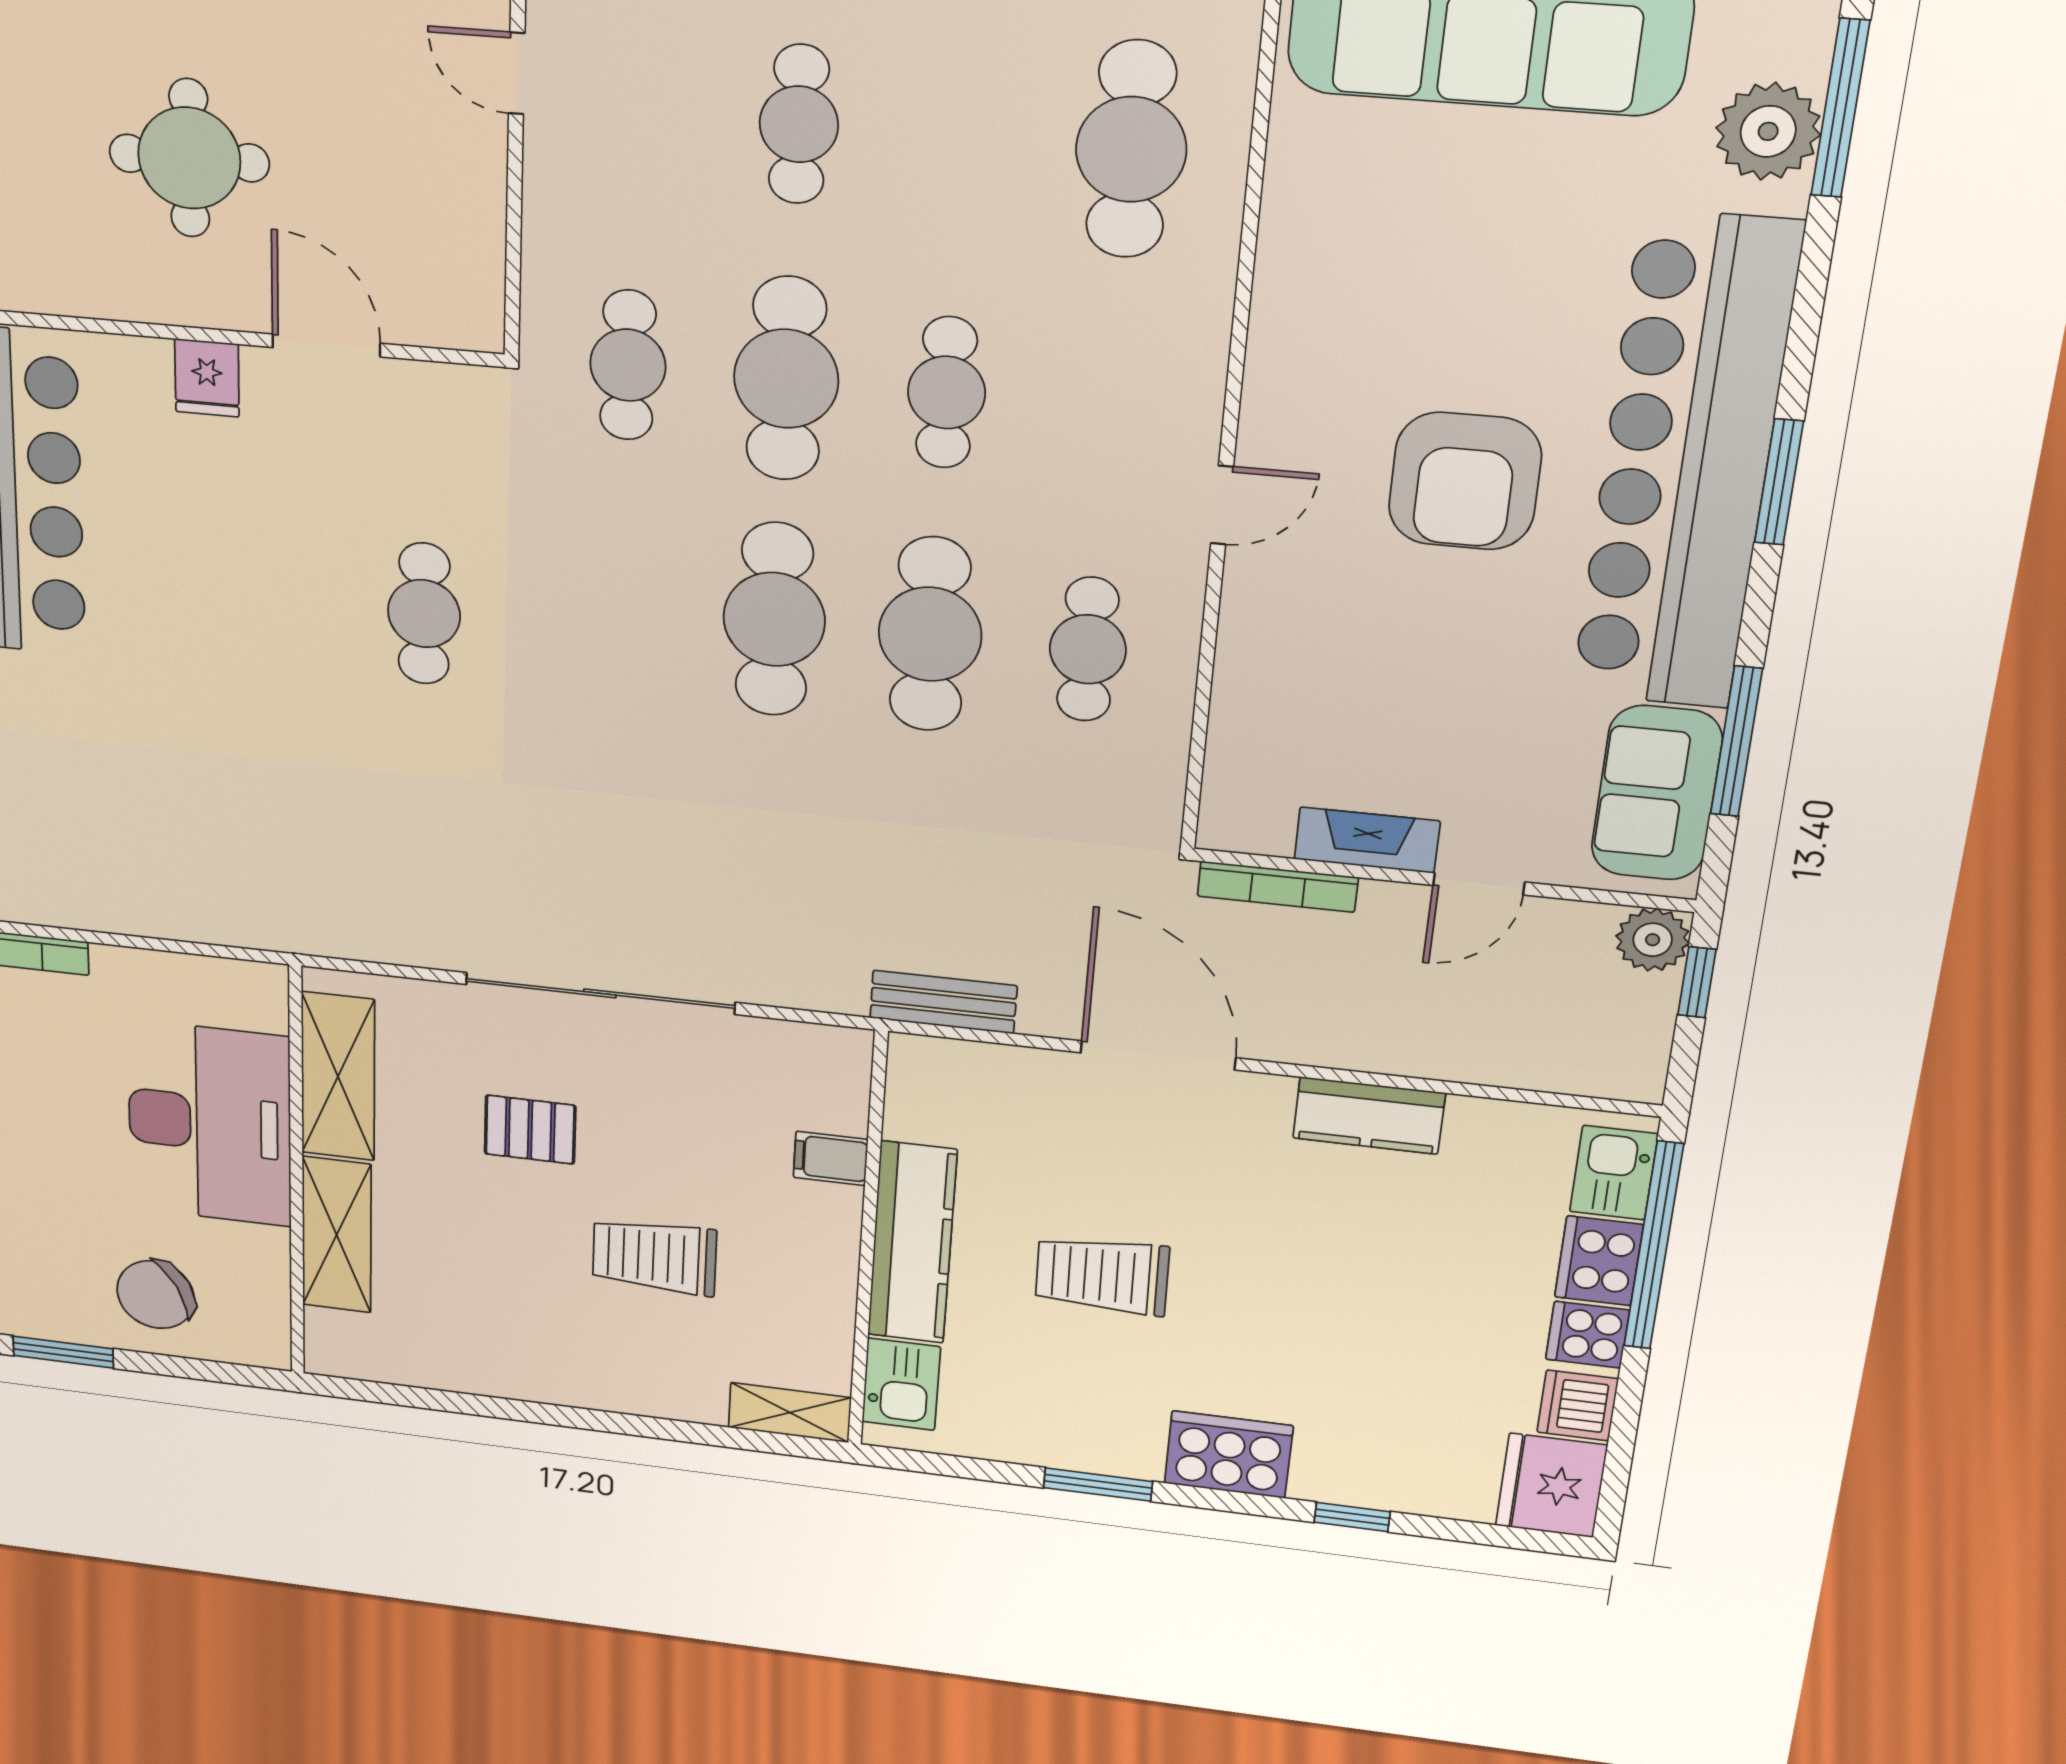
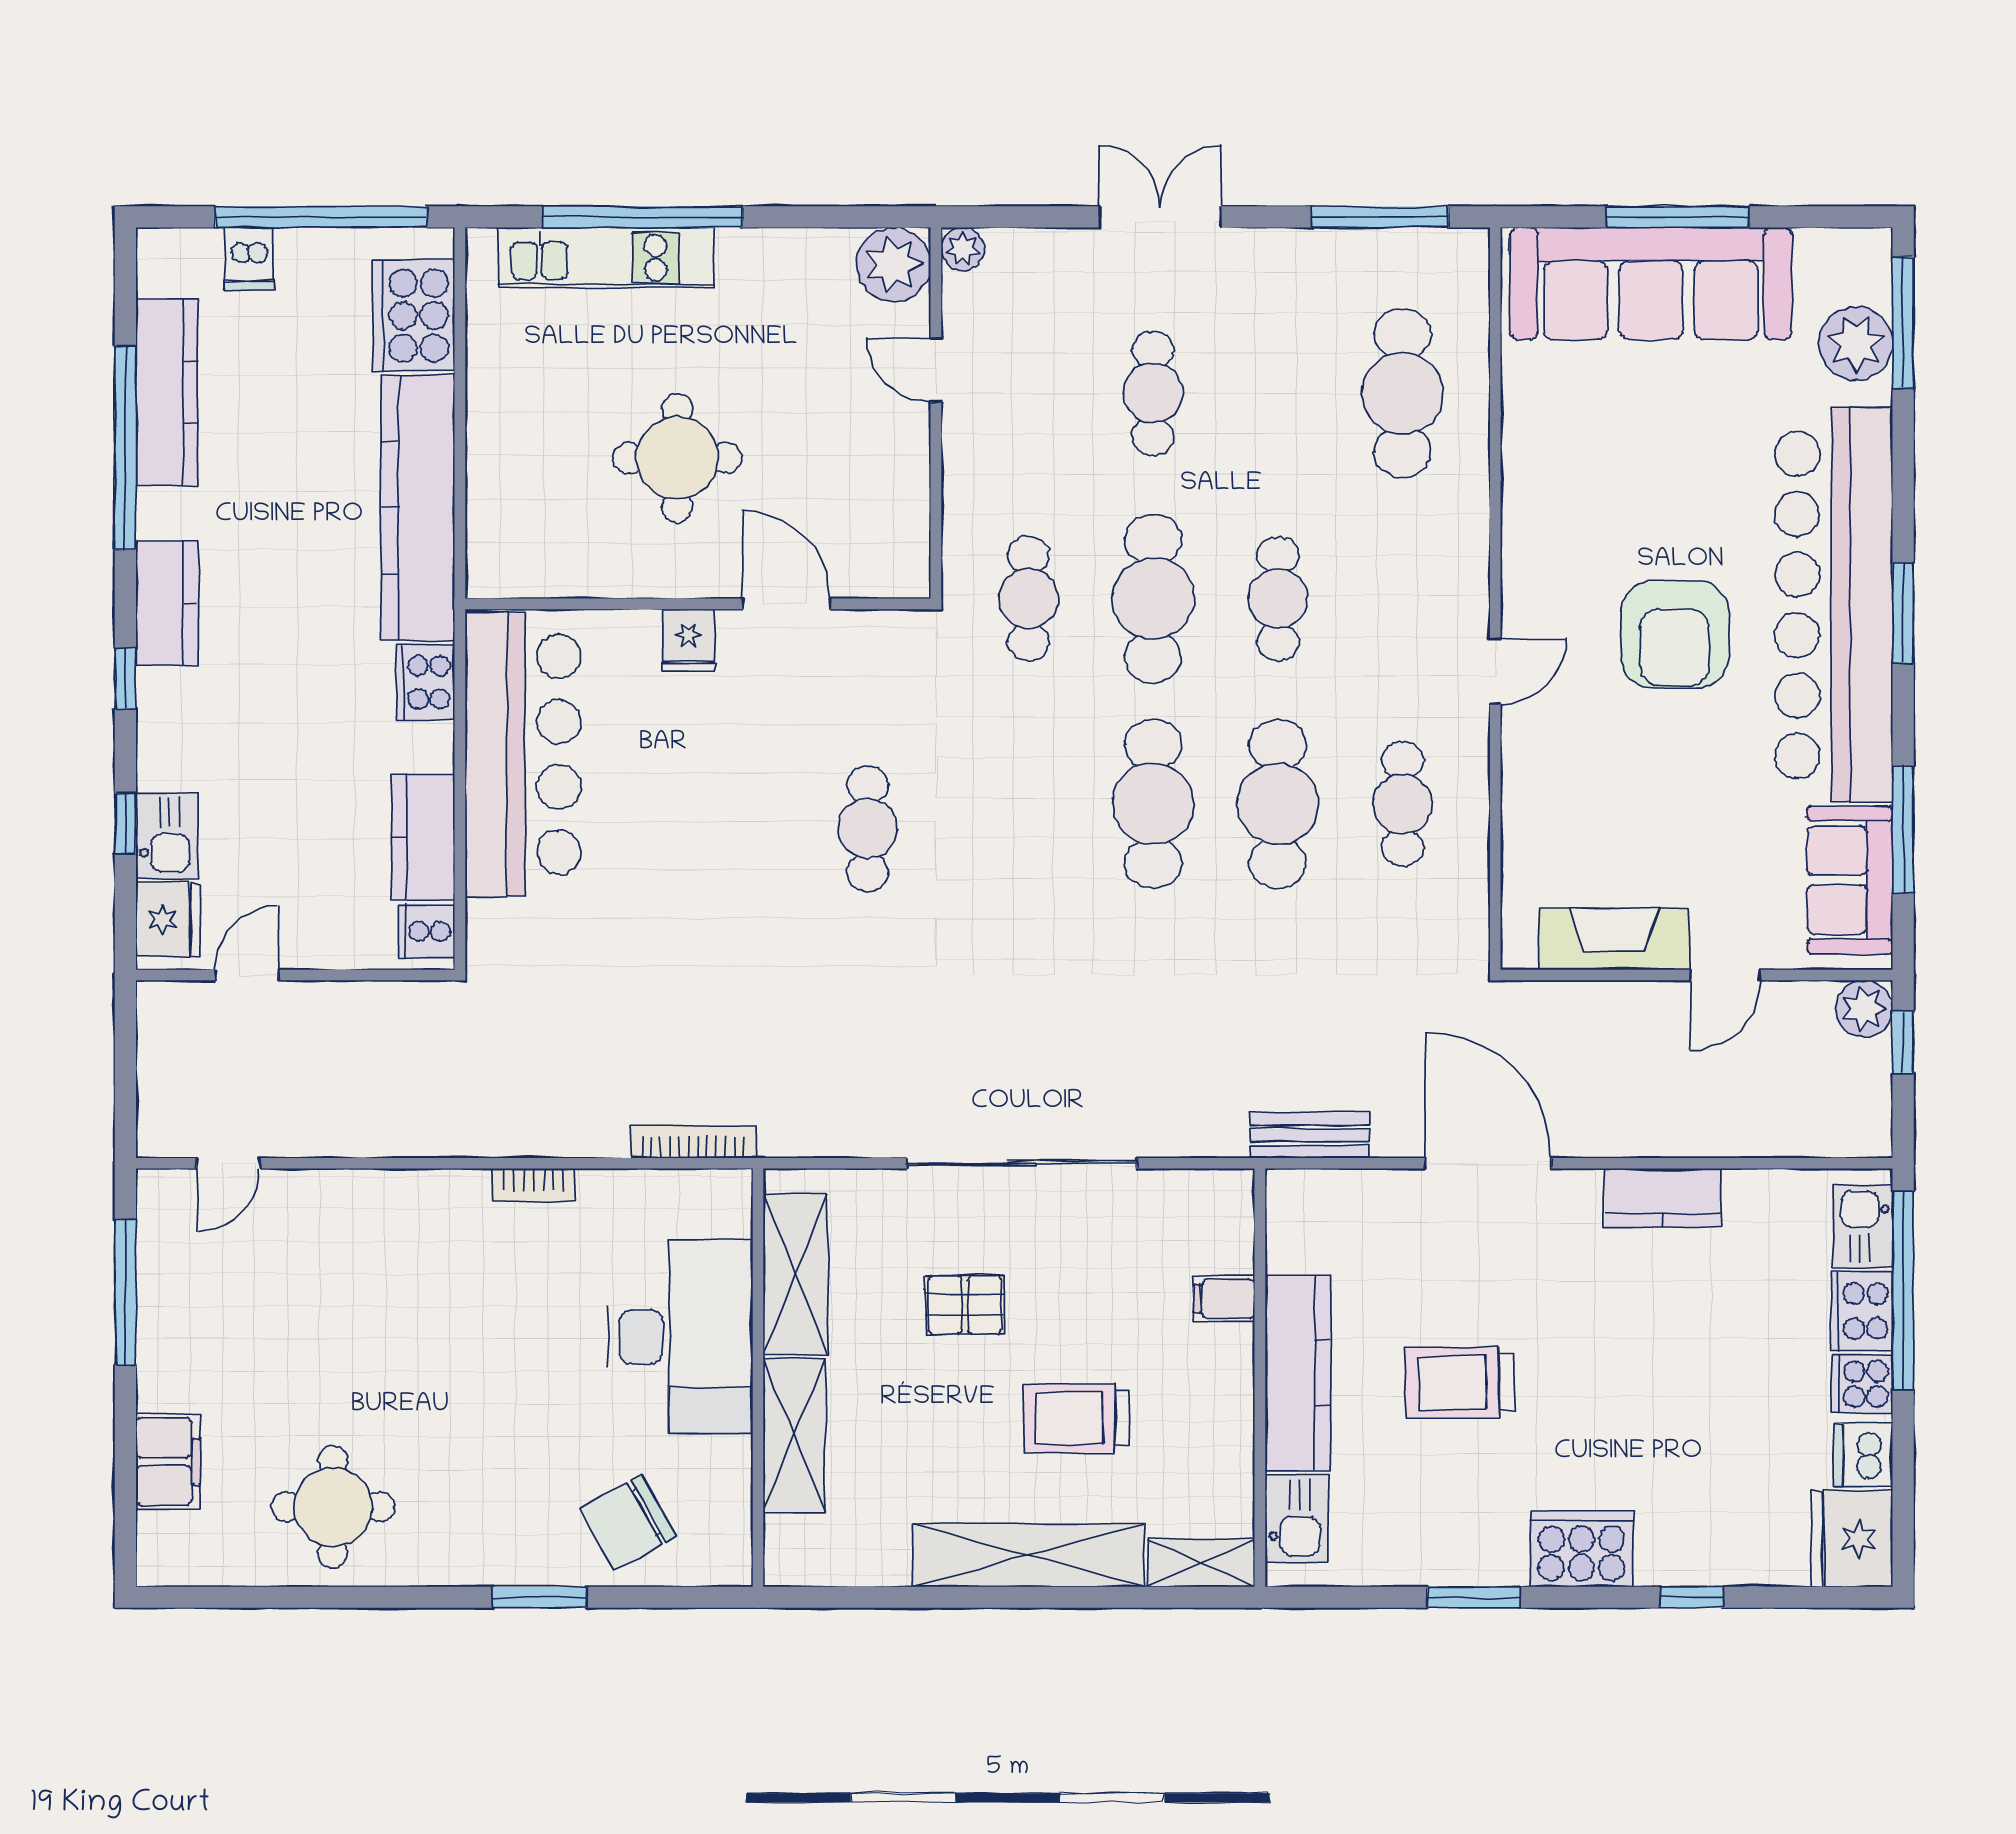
fireplace: (1367, 840) -> (1614, 939), width x1.37, depth x1.32
bookcase: (1278, 887) -> (693, 1142), moved, turned 180
shelving: (595, 1381) -> (1028, 1555), added

